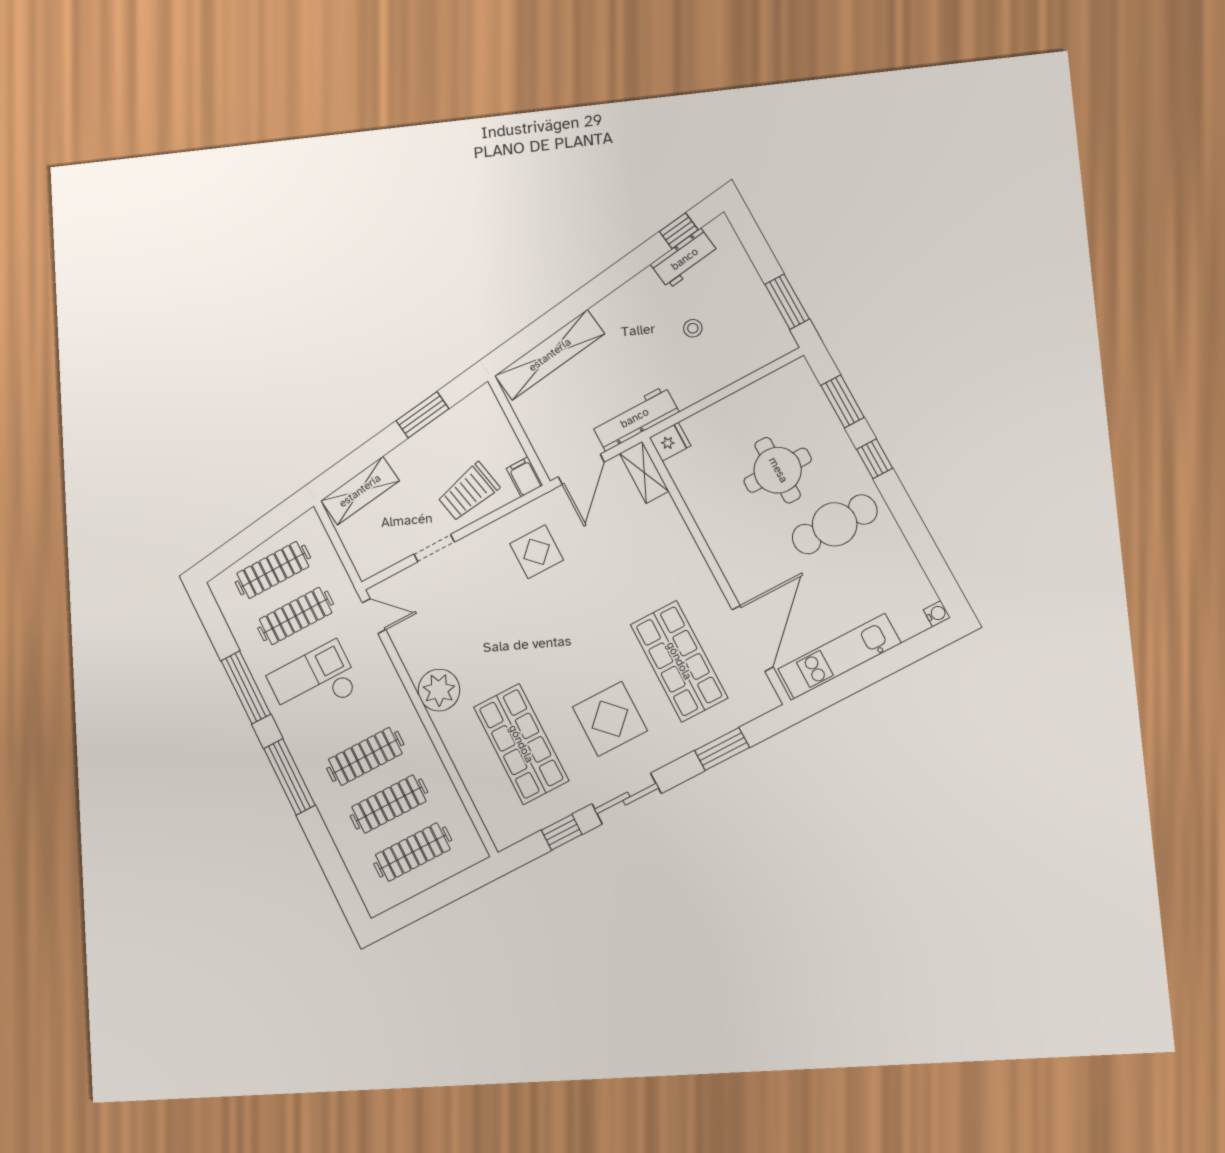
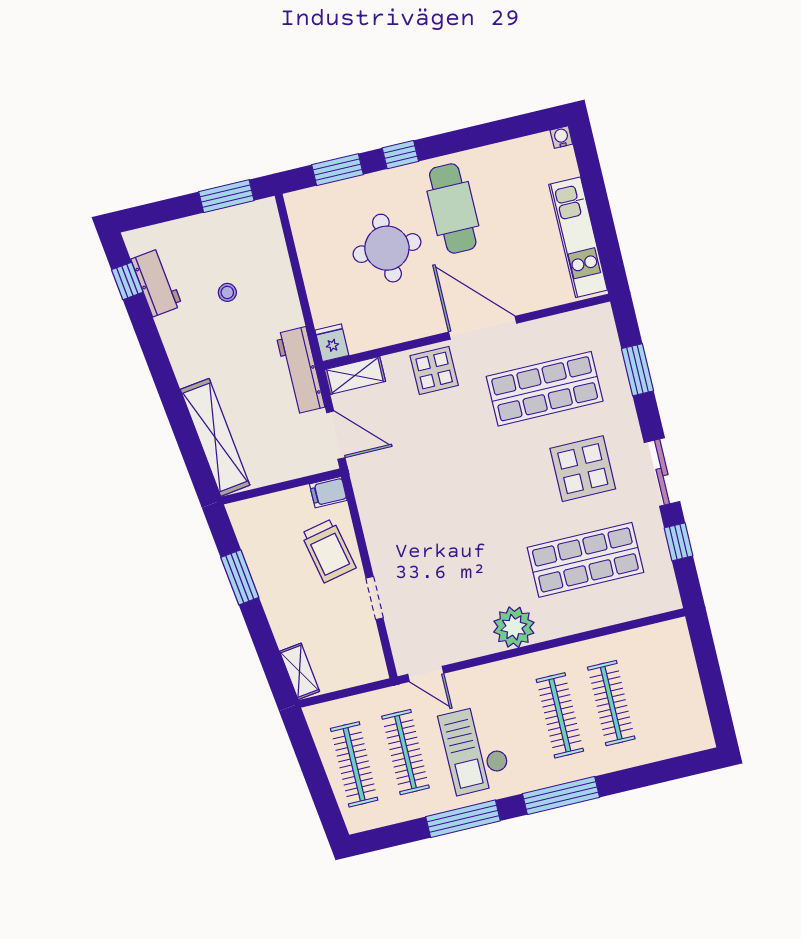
shelving: (360, 491) -> (300, 671), width x0.67, depth x0.75
display table: (537, 552) -> (434, 370), moved
door: (374, 616) -> (426, 674), swing flipped
door: (753, 638) -> (483, 328), moved
clothes rail: (413, 852) -> (663, 691), removed

